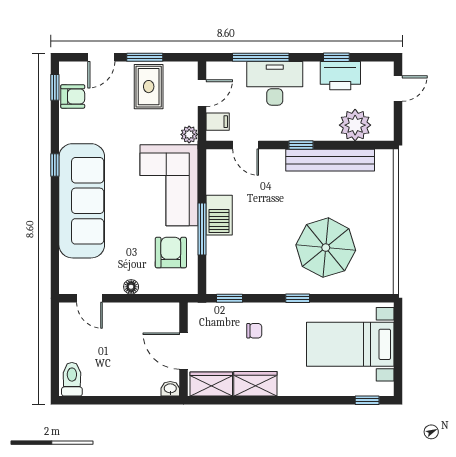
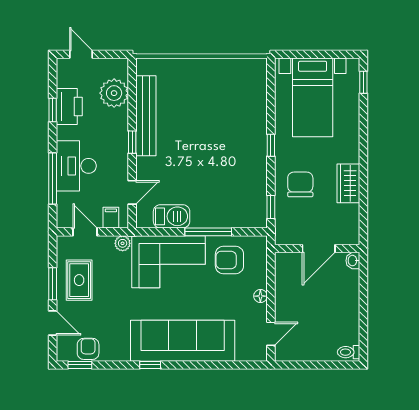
rug: (149, 87) -> (79, 280), turned 90
barbecue: (219, 215) -> (172, 216), moved
parasol: (326, 248) -> (225, 120), removed
chair: (254, 331) -> (300, 184), width x1.87, depth x1.87
toilet: (72, 379) -> (349, 352), width x0.73, depth x0.72
wardrobe: (211, 384) -> (349, 223), removed

